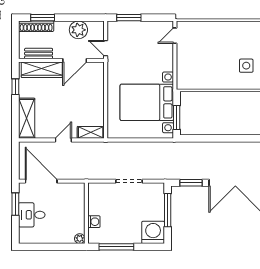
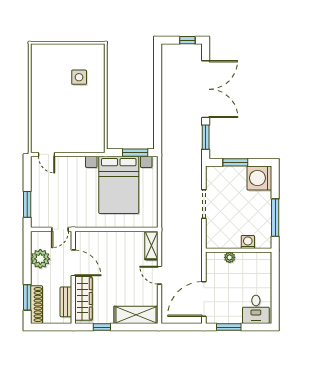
window: (168, 210) -> (235, 162), width x0.69
desk: (32, 215) -> (256, 309), moved
plant: (80, 239) -> (230, 257), moved

